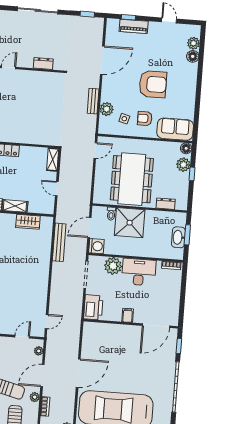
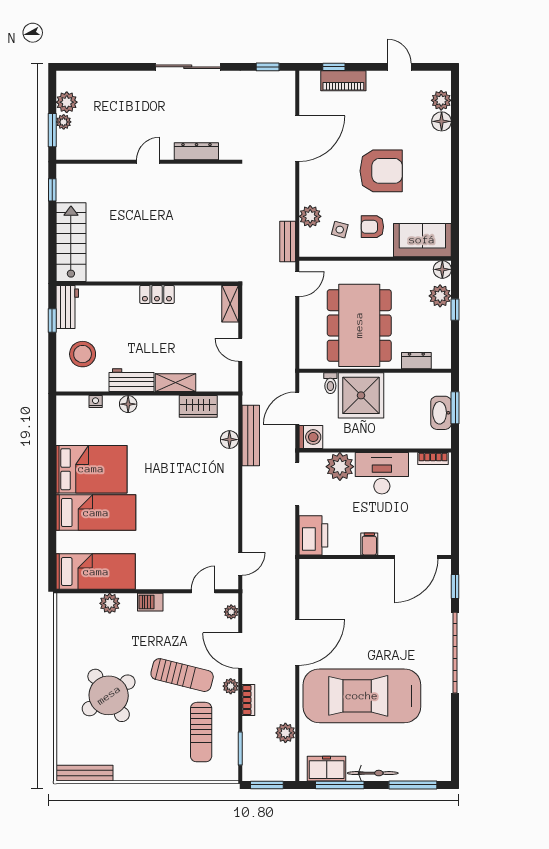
dresser: (43, 64) -> (196, 151), width x1.44
bench: (93, 101) -> (288, 242), moved
floor lamp: (46, 244) -> (229, 440), added
door: (42, 375) -> (240, 651), hinge flipped

